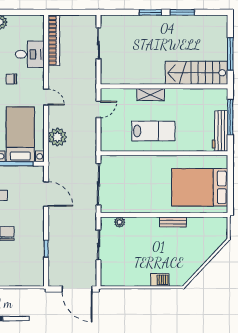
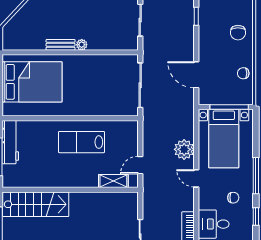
shelving: (151, 95) -> (113, 181), moved
plant: (57, 137) -> (184, 149), moved
plant: (120, 222) -> (82, 45), moved

